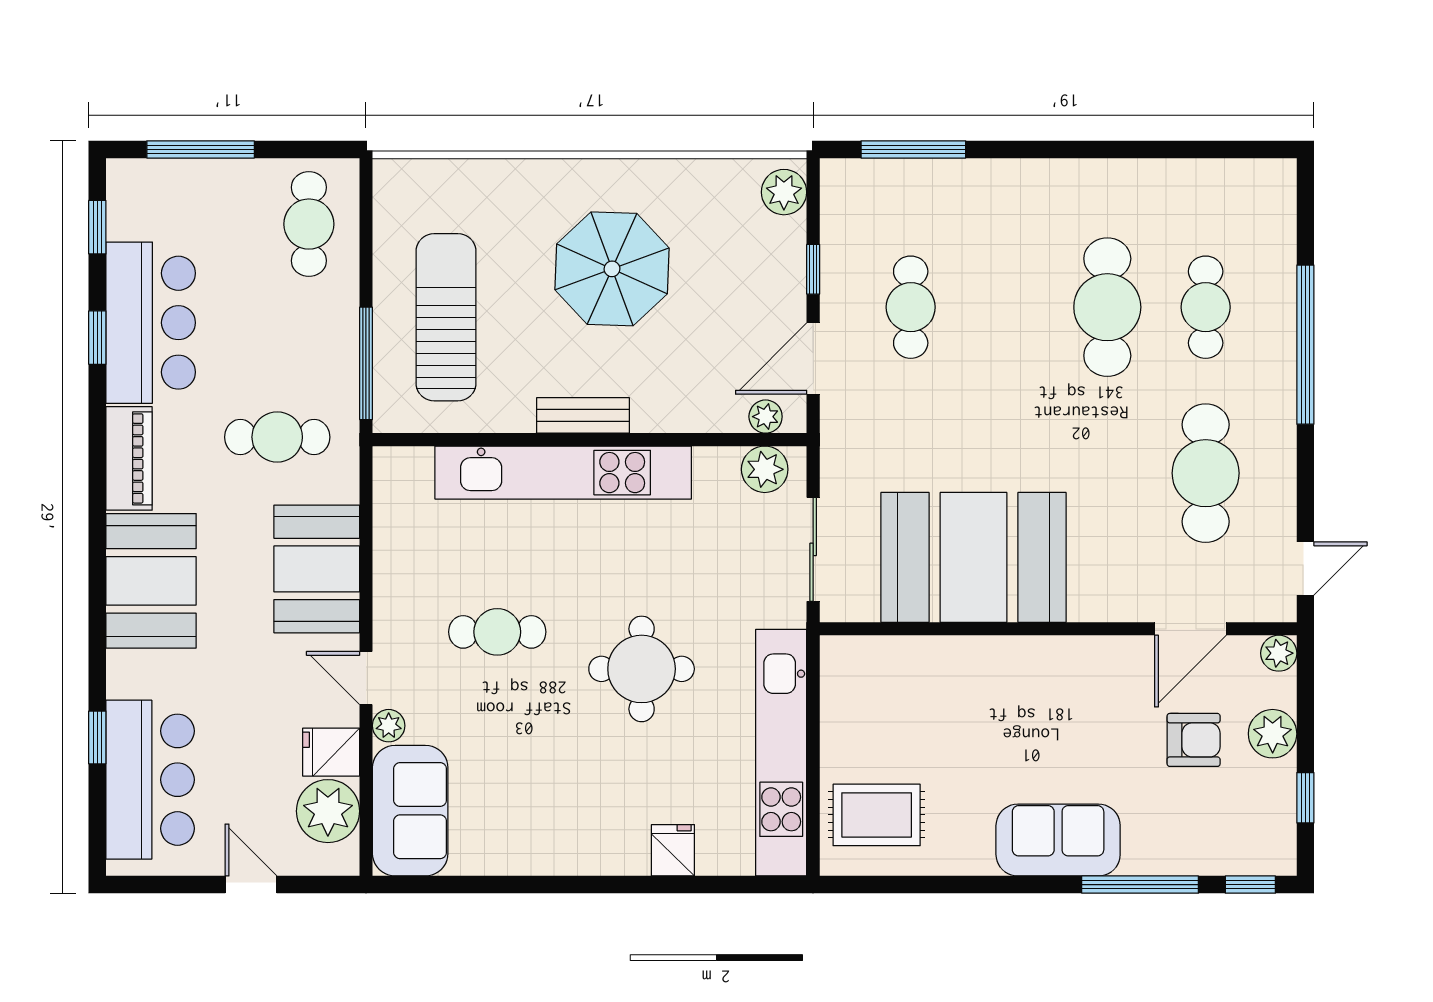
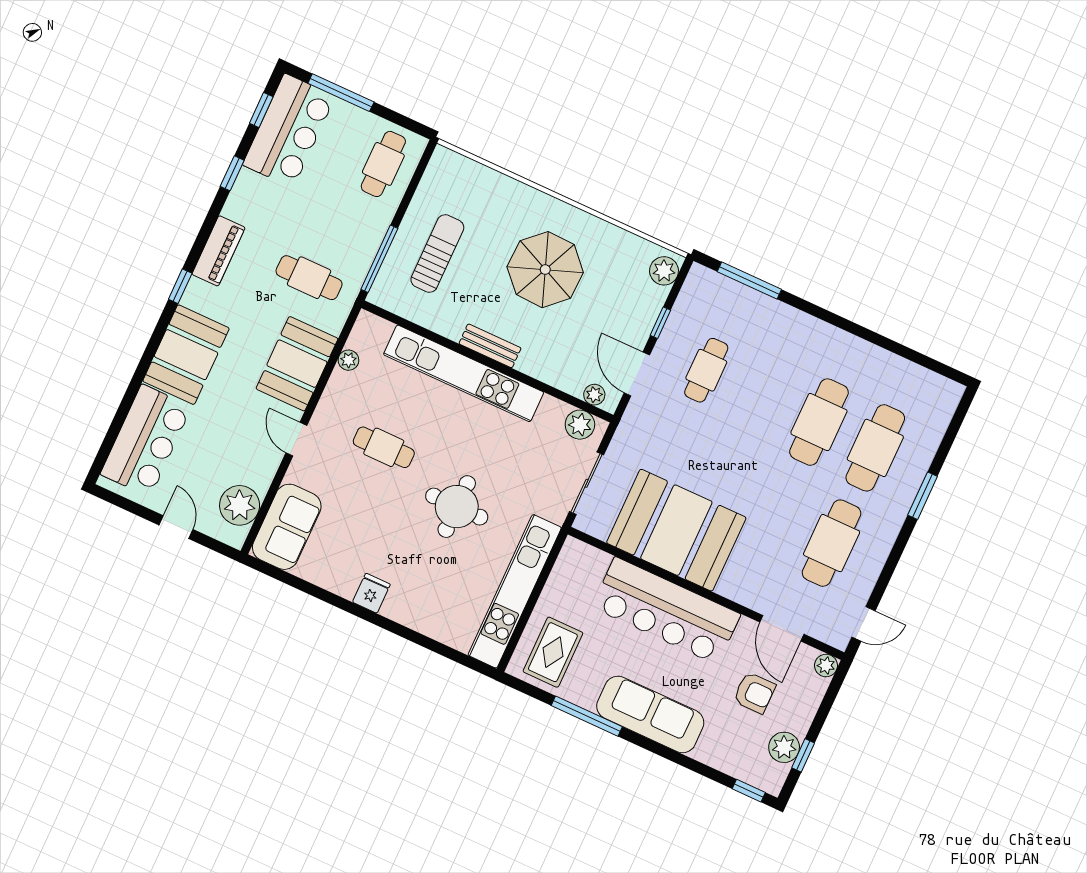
cafe table: (1206, 307) -> (875, 448), width x1.37, depth x1.35
sun lounger: (446, 317) -> (437, 254), width x0.73, depth x0.75
bar counter: (151, 323) -> (289, 131), moved
window: (1305, 345) -> (923, 496), width x0.47
door: (813, 359) -> (637, 374), hinge flipped
booth: (151, 581) -> (186, 355), moved
door: (1190, 629) -> (782, 628), hinge flipped
bar counter: (1012, 680) -> (666, 611), added
plant: (389, 726) -> (348, 360), moved
plant: (1273, 734) -> (784, 747), moved
window: (97, 737) -> (180, 286), moved
fridge: (331, 752) -> (257, 472), removed
rug: (877, 815) -> (553, 652), turned 90
sofa: (1058, 840) -> (650, 714), width x1.36
fridge: (673, 850) -> (371, 593), moved
window: (1140, 885) -> (587, 716), moved

